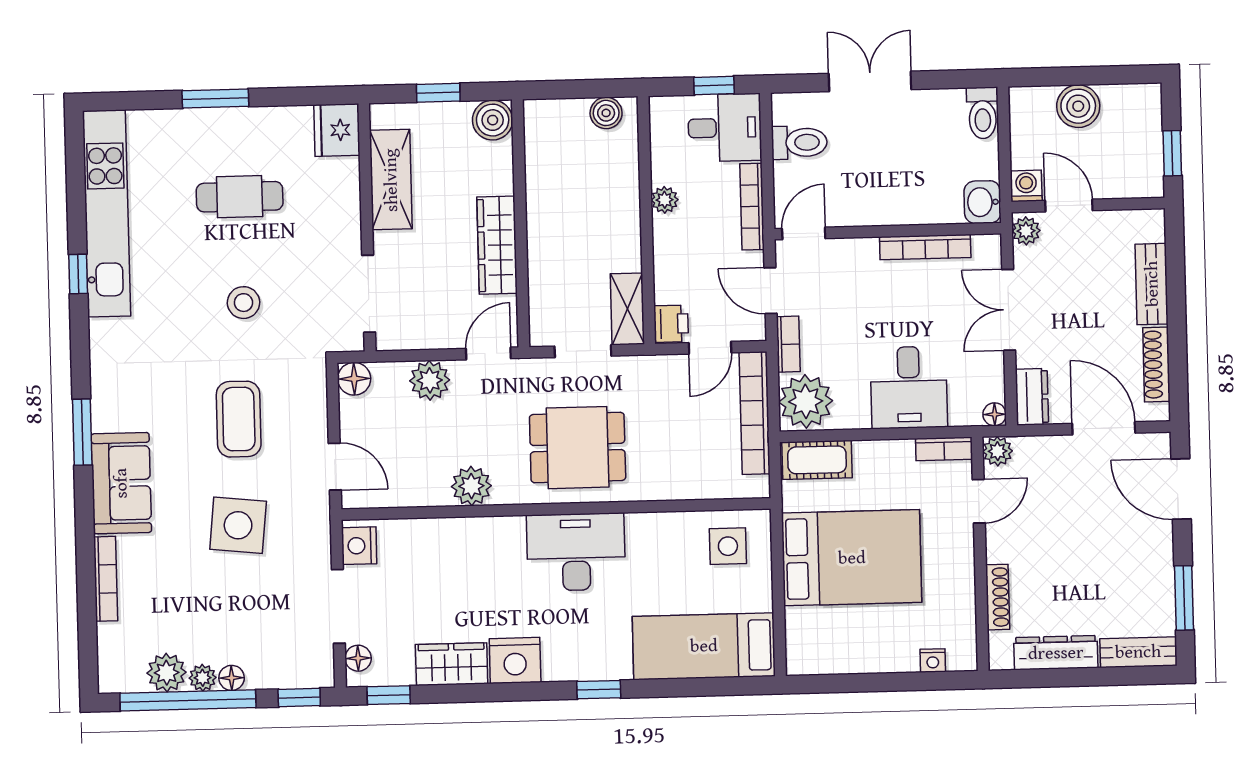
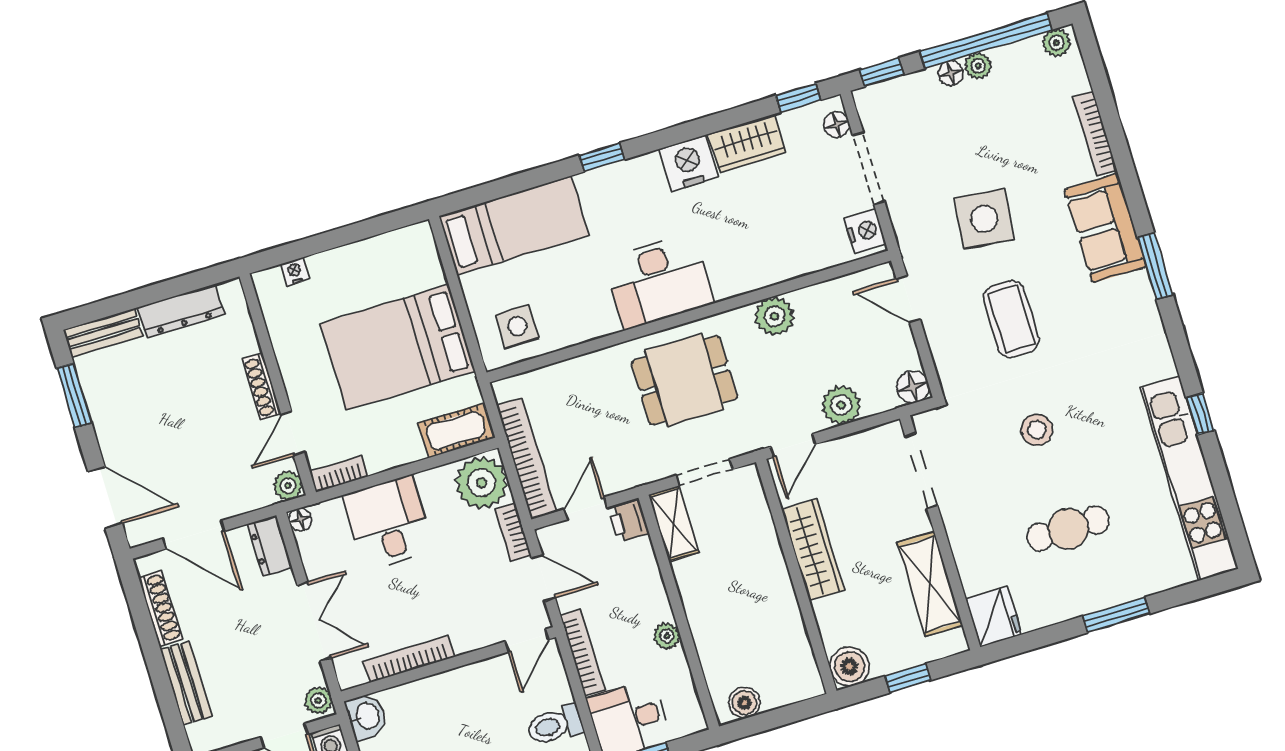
shoe rack: (998, 597) -> (262, 387), moved
plant: (167, 673) -> (1056, 43), moved, width x0.73, depth x0.73

